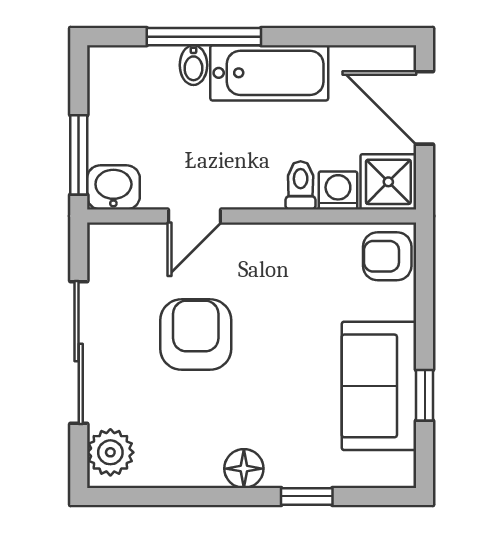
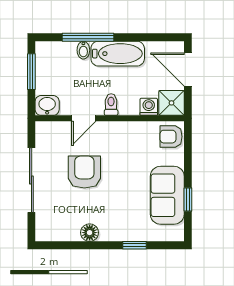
window: (79, 155) -> (31, 72), moved
toilet: (301, 185) -> (111, 105), moved
plant: (110, 452) -> (46, 225), removed
floor lamp: (244, 469) -> (90, 233), moved

